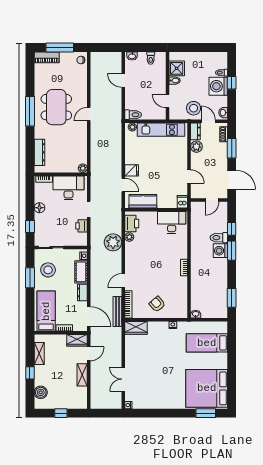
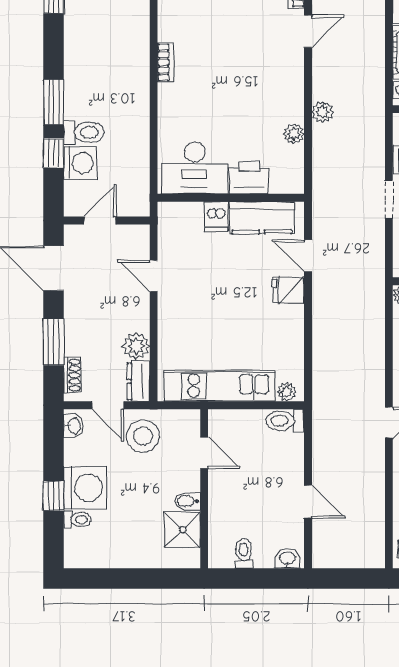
dishwasher: (182, 202) -> (216, 217), moved
printer: (132, 223) -> (249, 178), moved, turned 90
plant: (113, 242) -> (323, 112), width x0.53, depth x0.53
washing machine: (220, 251) -> (80, 163), moved

